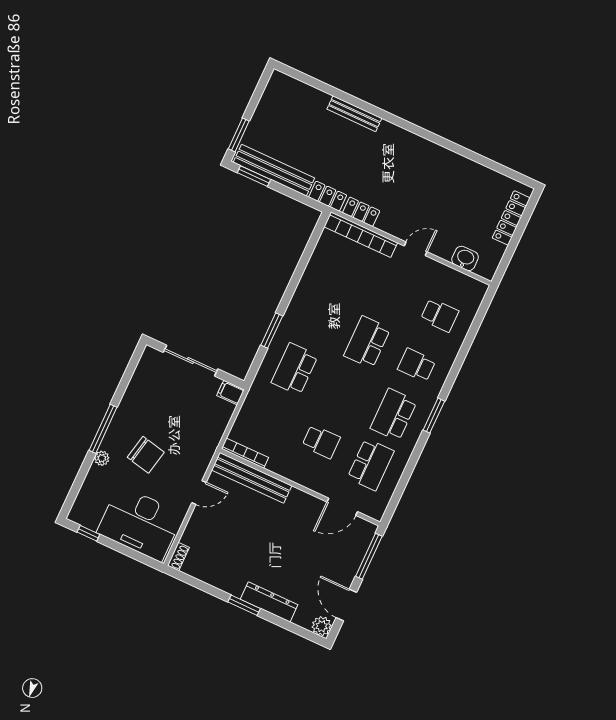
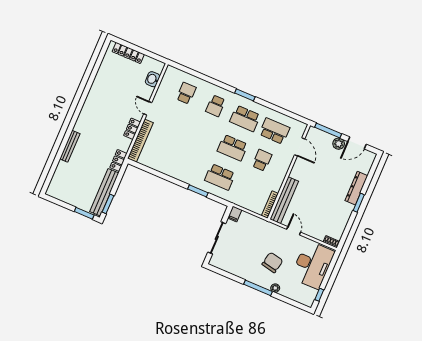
locker: (361, 212) -> (132, 129), moved
school desk: (367, 342) -> (232, 148), moved
plant: (322, 626) -> (339, 144), moved

